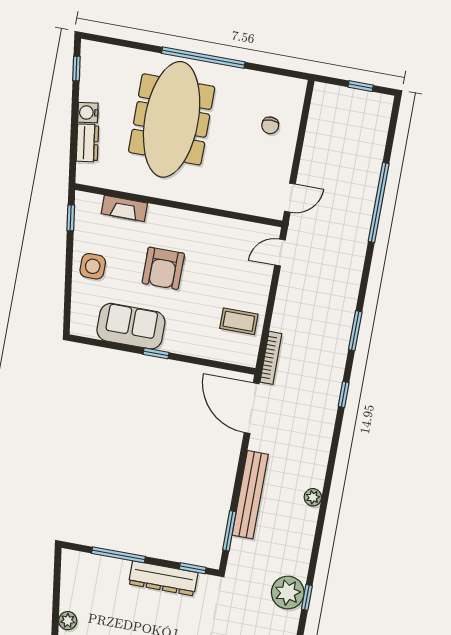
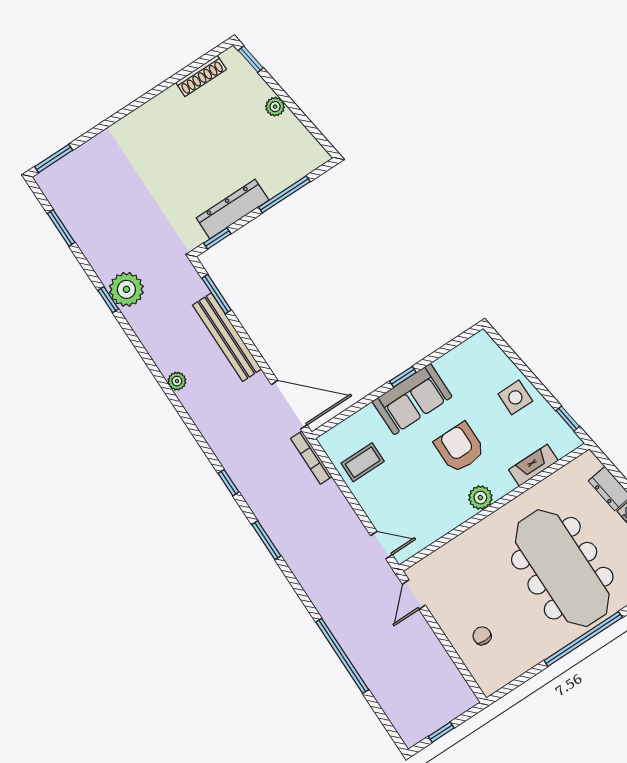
plant: (182, 221) -> (480, 498), added
door: (280, 253) -> (381, 545), hinge flipped
sofa: (131, 326) -> (412, 399), moved

